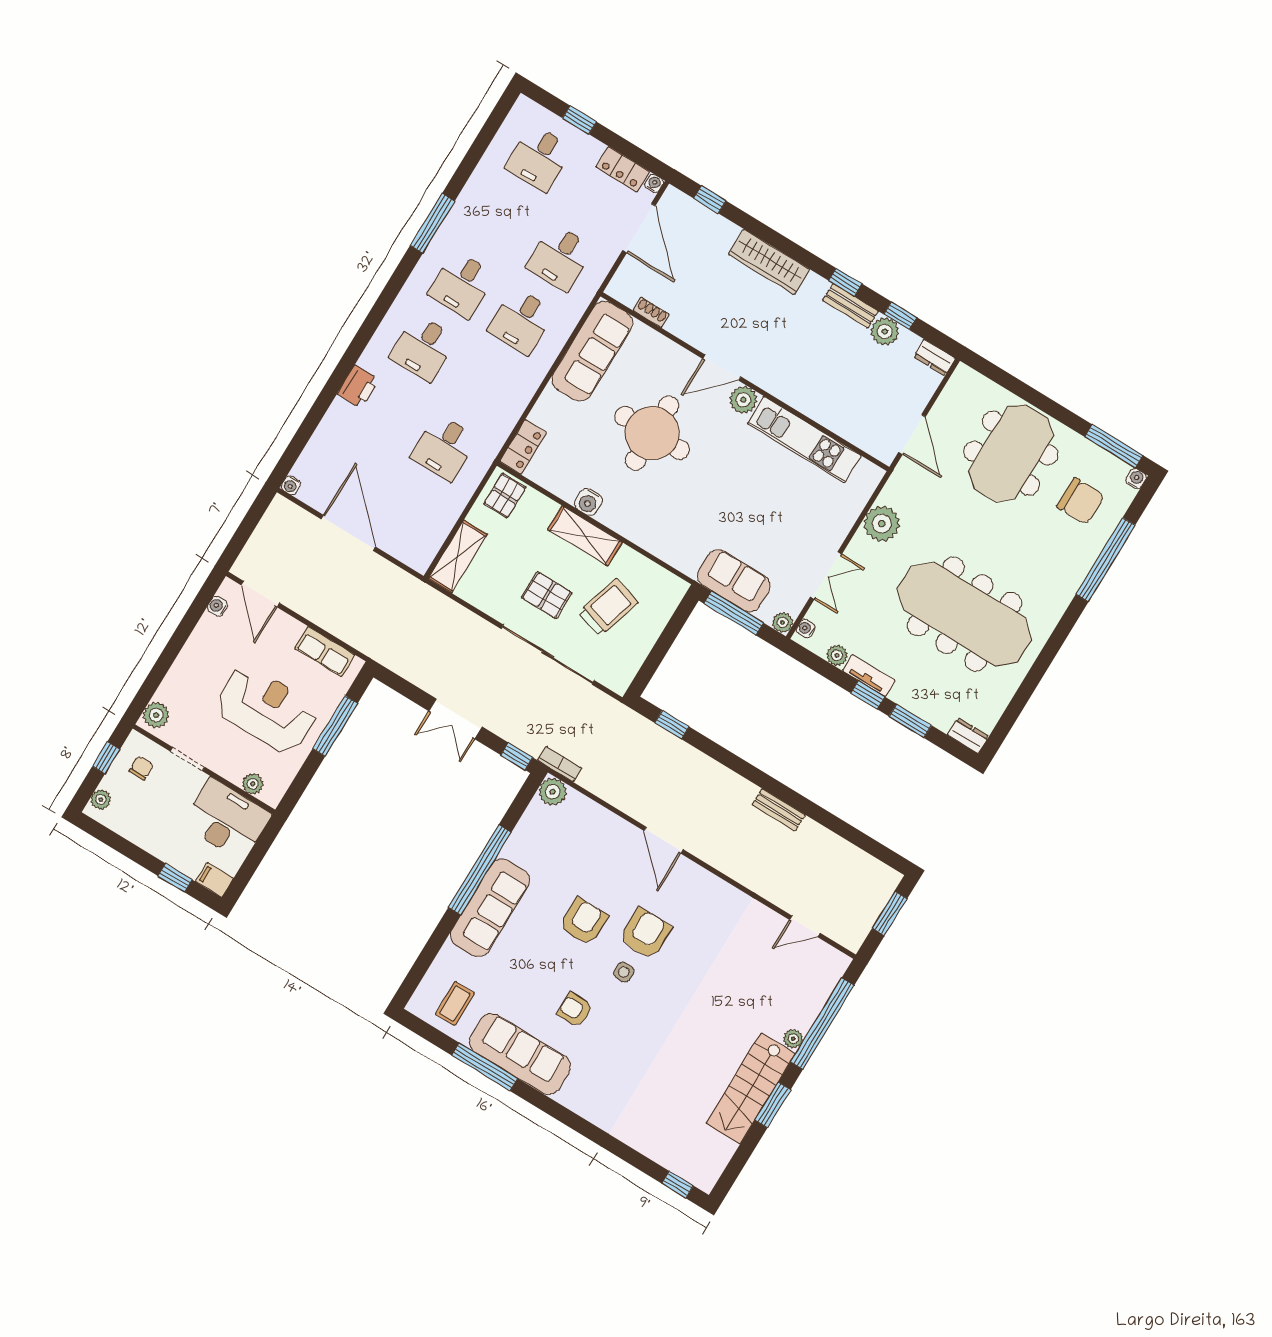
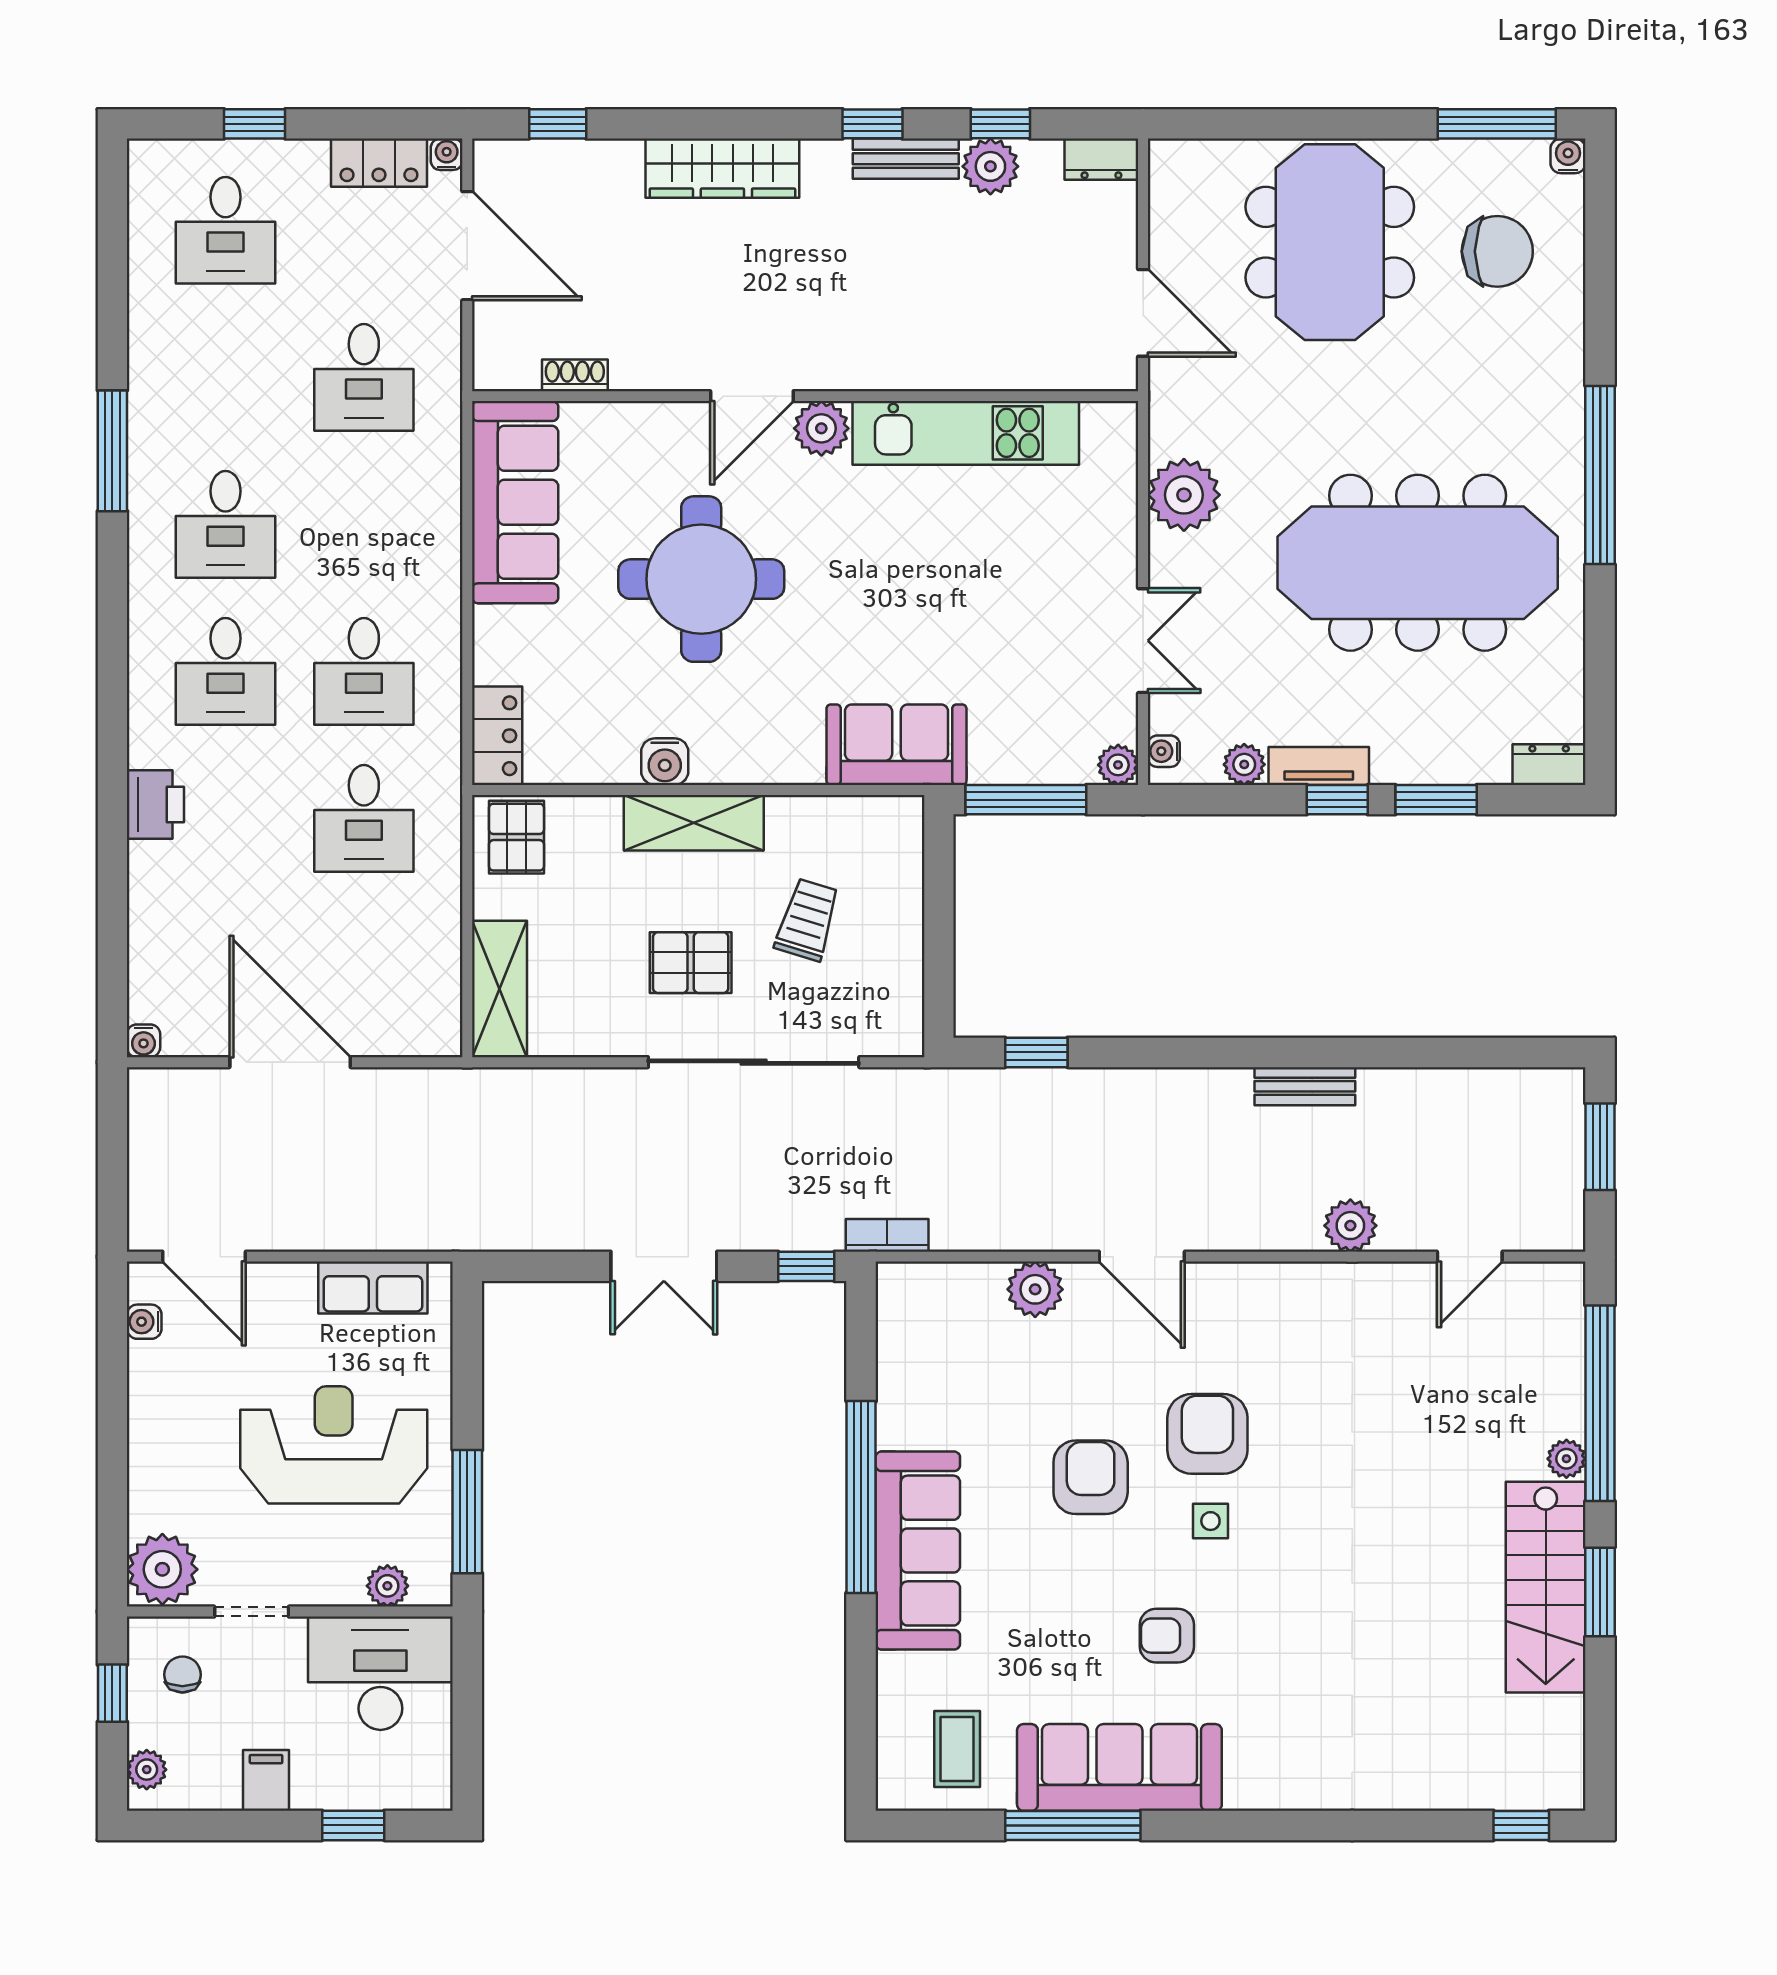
desk: (521, 321) -> (364, 671), moved
window: (1105, 560) -> (1600, 475), moved
sofa: (734, 581) -> (896, 745), moved
trolley: (608, 607) -> (807, 920), width x0.73, depth x0.72
plant: (156, 715) -> (162, 1569), width x1.36, depth x1.36
window: (335, 726) -> (467, 1512), moved
plant: (553, 792) -> (1035, 1289), moved
filing cabinet: (215, 880) -> (266, 1780), moved, turned 90
plant: (762, 882) -> (1350, 1226), added

